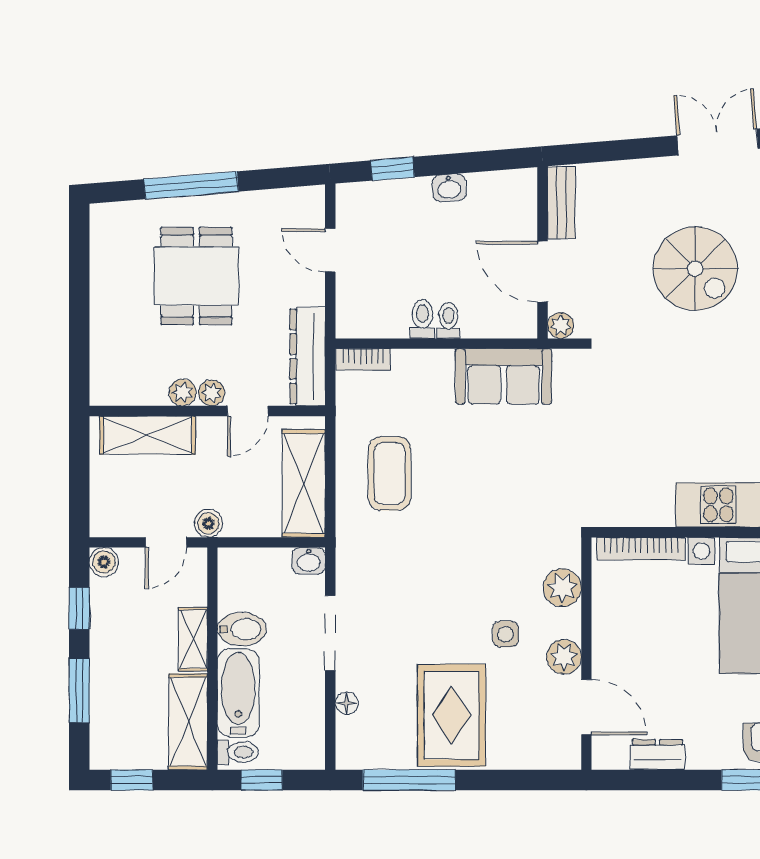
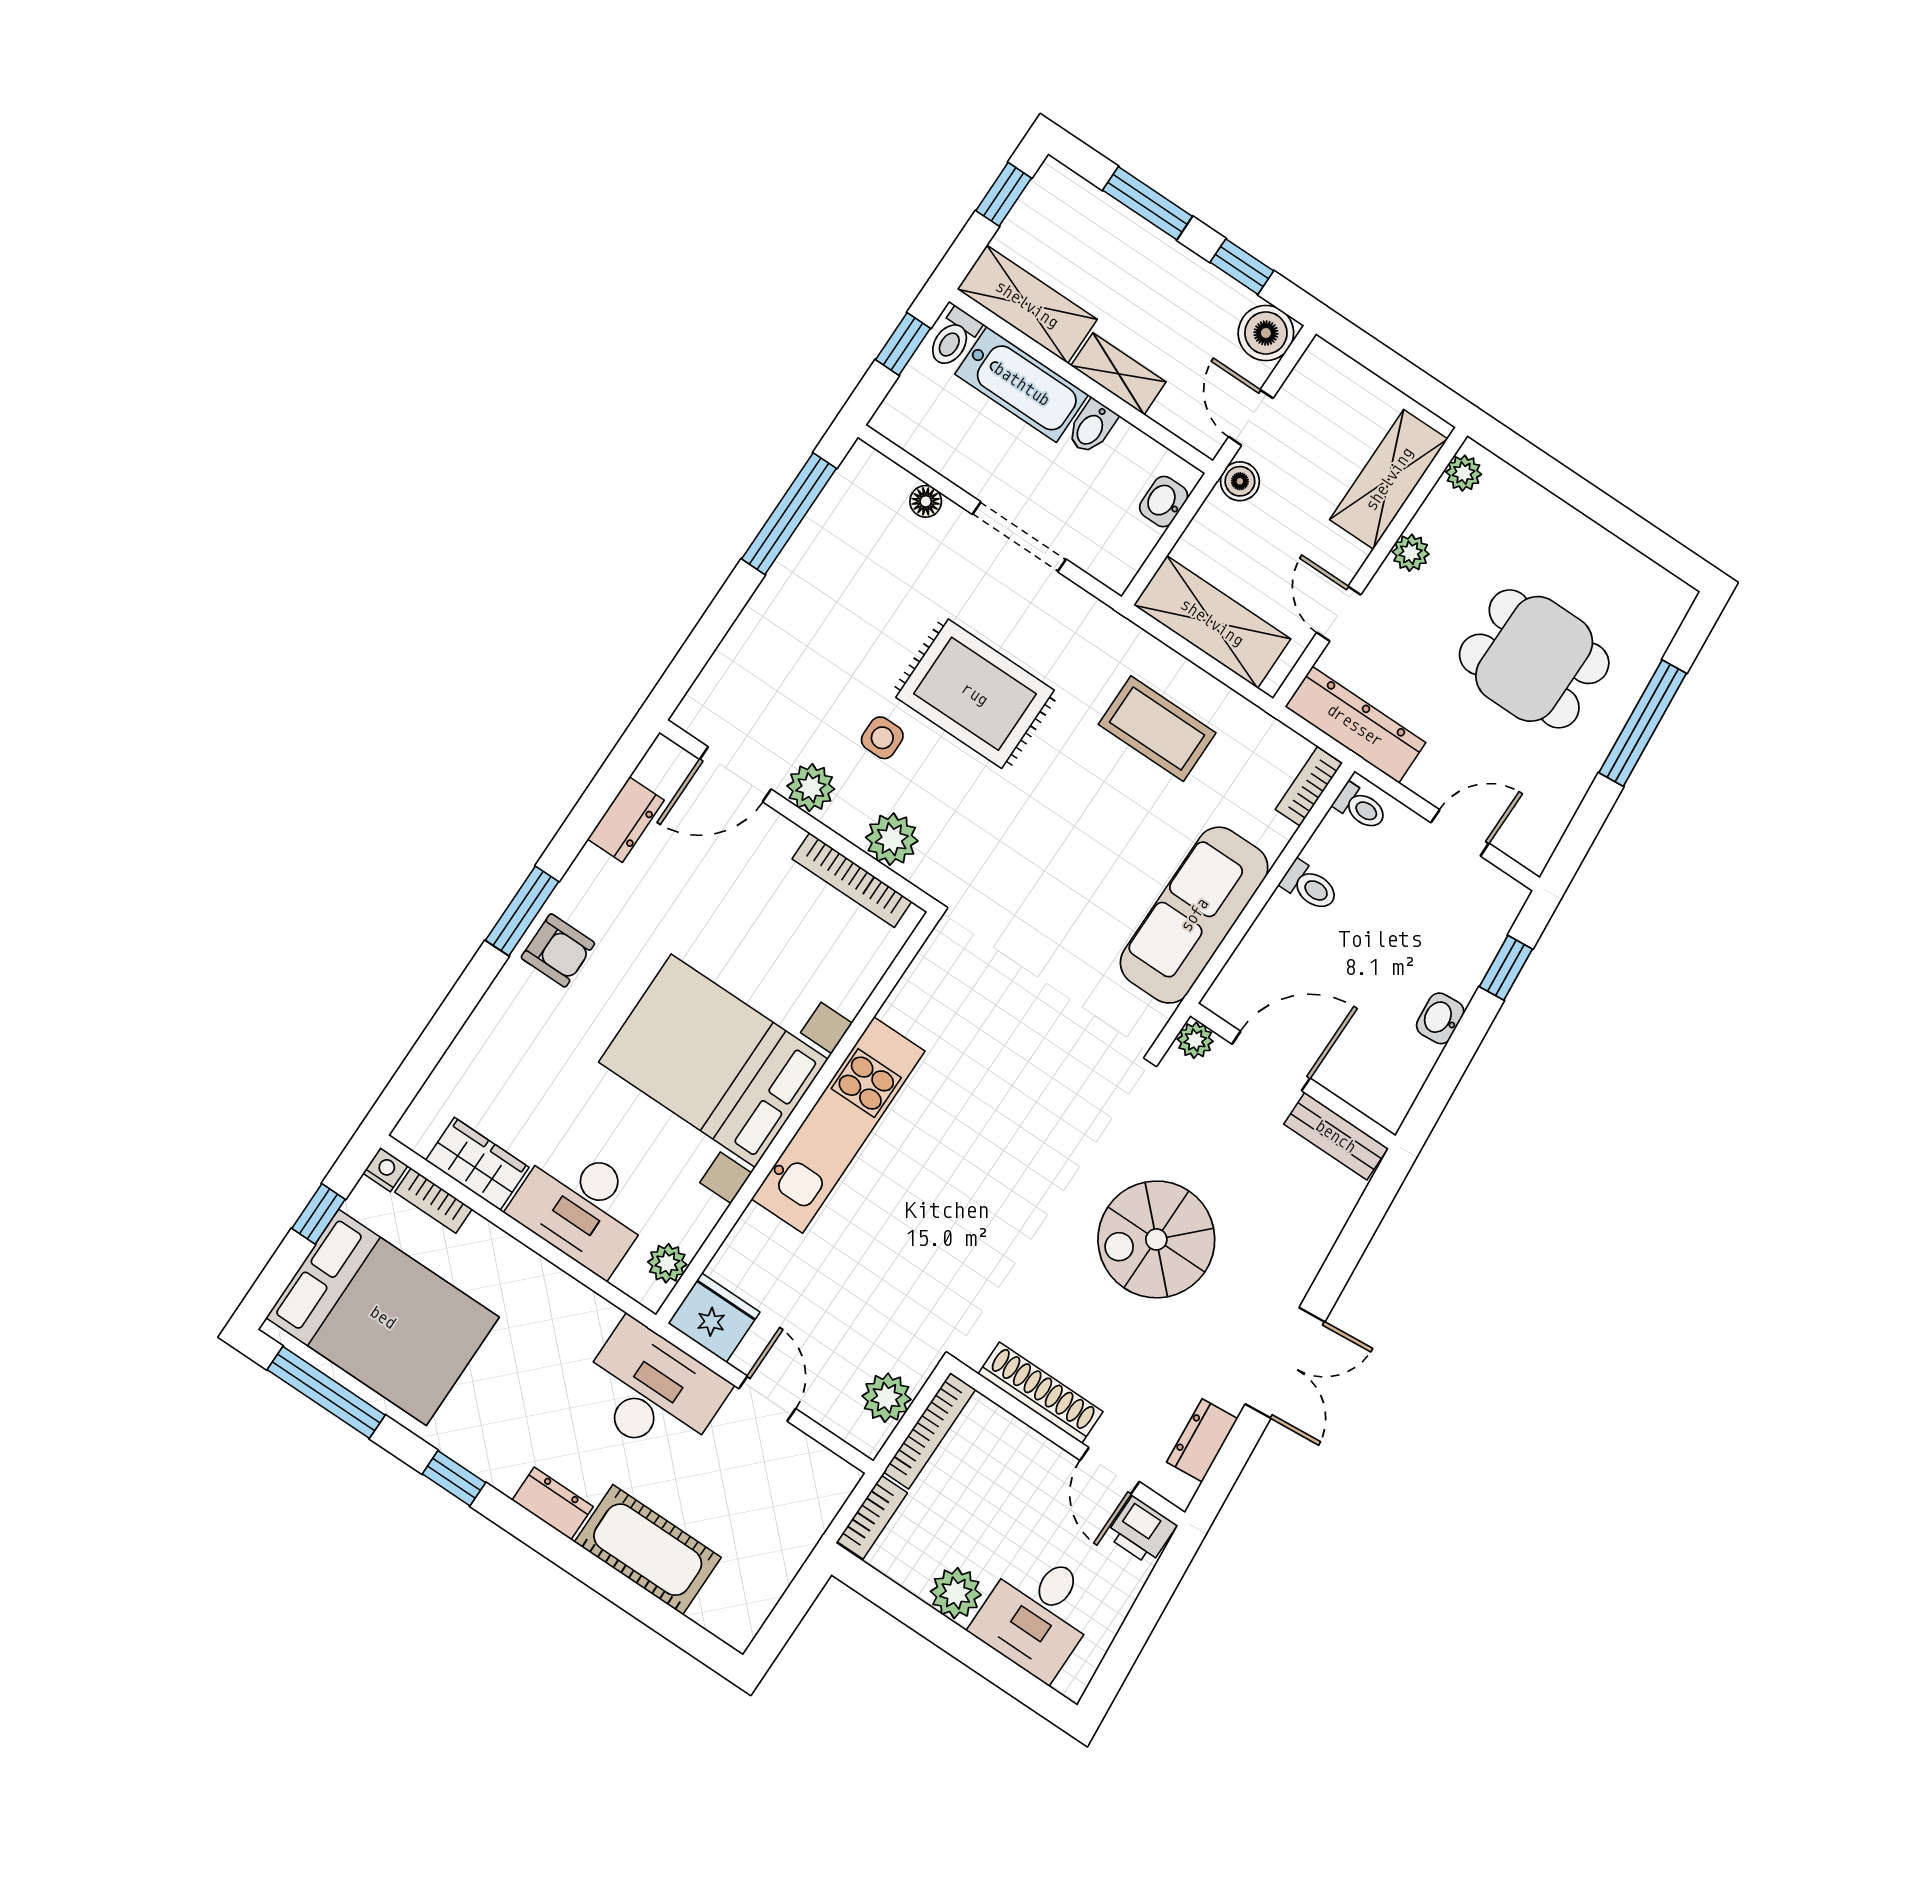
toilet: (448, 320) -> (1360, 807), moved
sofa: (504, 376) -> (1194, 915), width x1.36
plant: (212, 393) -> (1464, 473), moved
bookcase: (641, 549) -> (852, 880), moved, turned -90
washbasin: (309, 561) -> (1164, 502), moved
boiler: (104, 562) -> (1266, 333), width x1.36, depth x1.36
bidet: (242, 629) -> (1092, 427), width x0.72, depth x0.74
rug: (451, 715) -> (975, 694), moved

